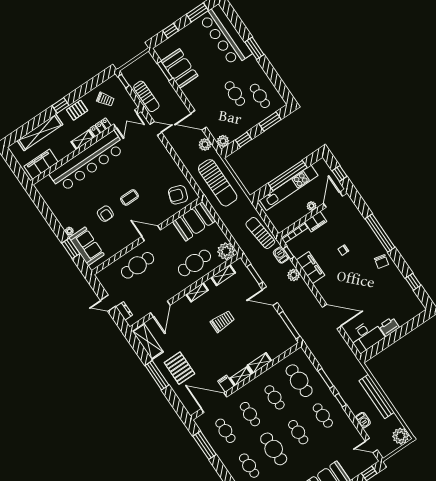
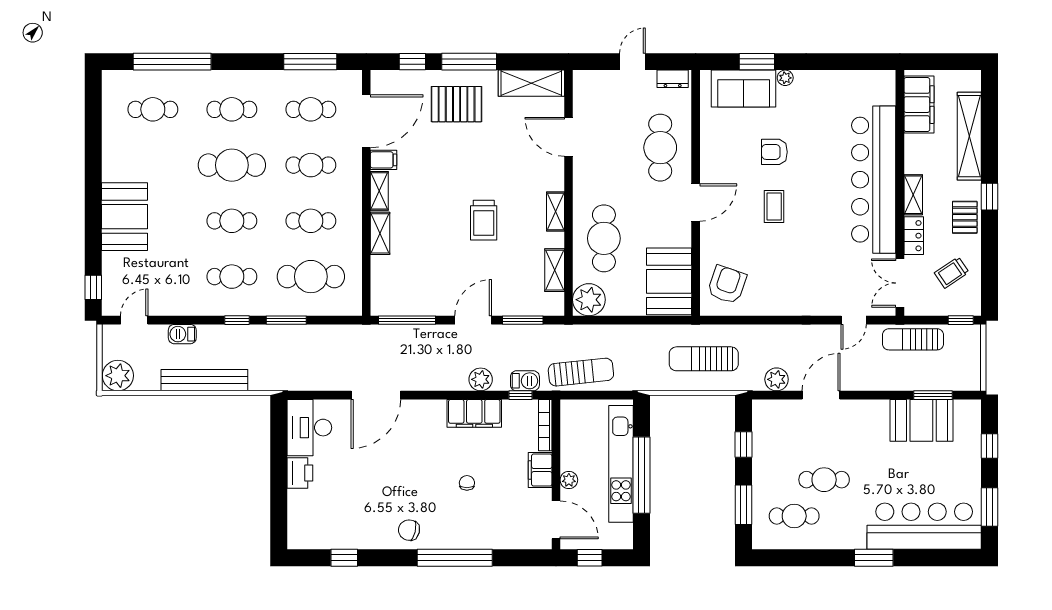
plant: (223, 141) -> (763, 411), removed
sun lounger: (218, 183) -> (704, 359), width x0.73, depth x0.75
dresser: (124, 311) -> (673, 79), moved
window: (174, 400) -> (412, 62), added

